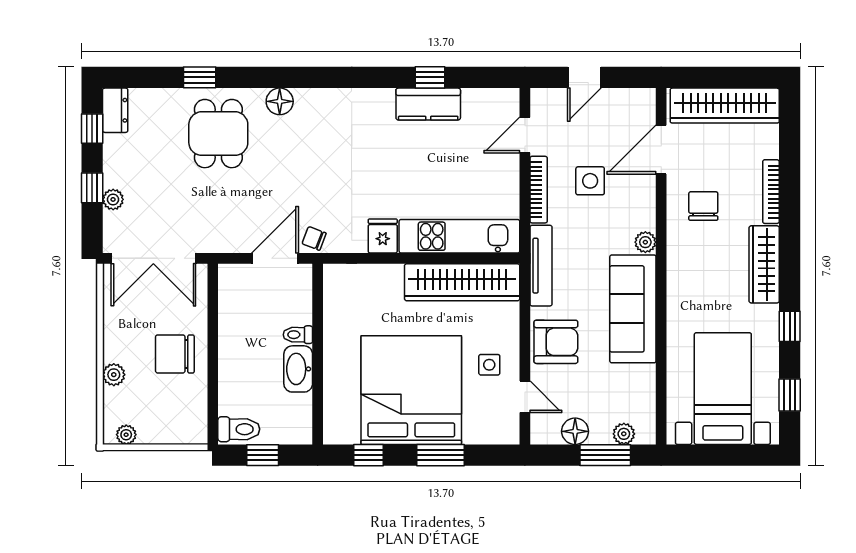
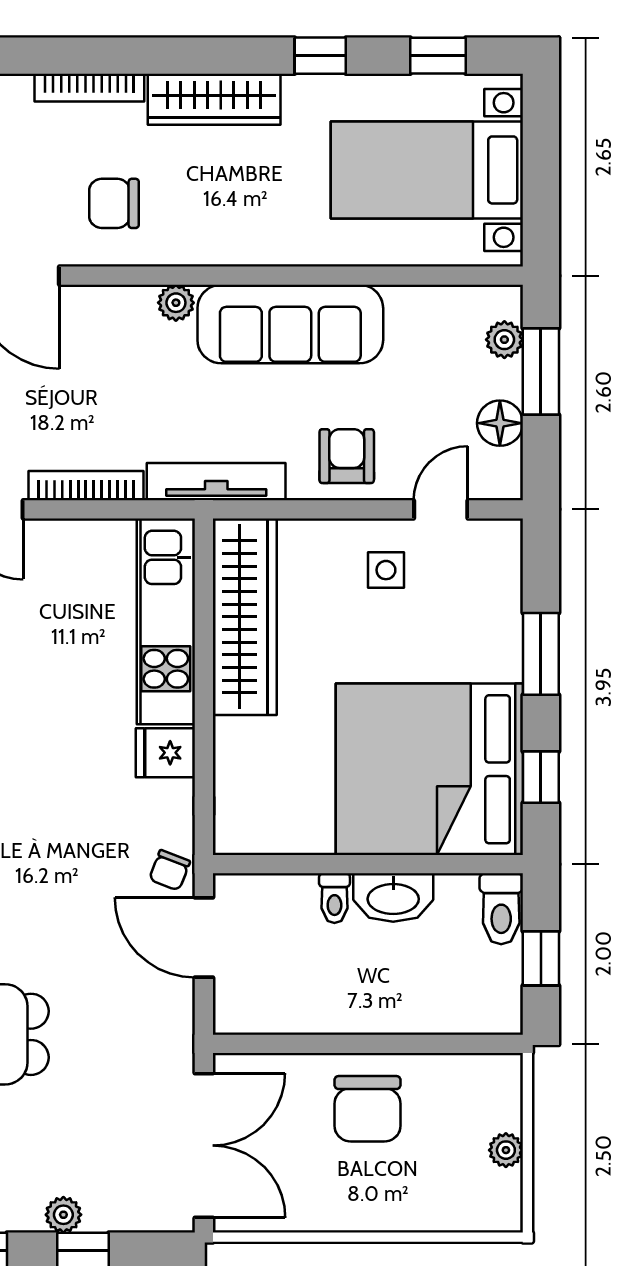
side table: (590, 181) -> (71, 397), removed
plant: (113, 199) -> (63, 1215), moved
armchair: (556, 342) -> (347, 456), width x0.72, depth x0.72
plant: (114, 375) -> (403, 1214), removed
bed: (411, 390) -> (429, 769), moved
toilet: (239, 429) -> (501, 909), moved, turned 180
plant: (126, 435) -> (506, 1150), moved

